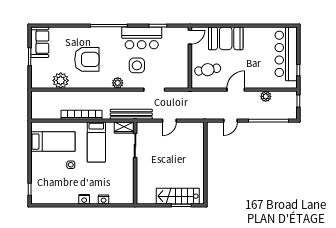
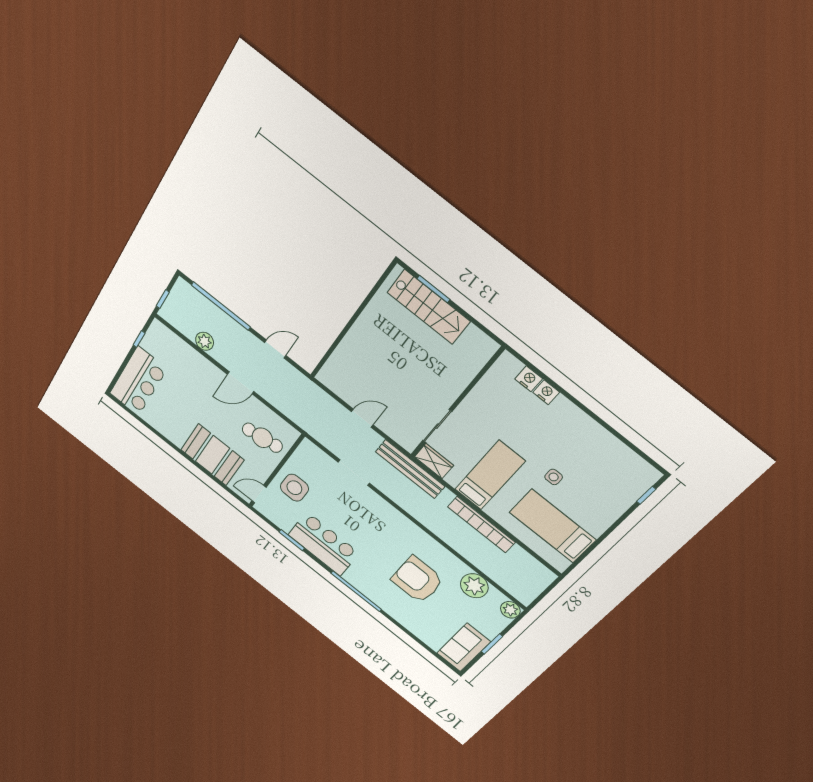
bar counter: (286, 54) -> (138, 381), width x0.73
side table: (137, 65) -> (294, 488), moved
plant: (118, 83) -> (510, 610), moved
nightstand: (84, 199) -> (529, 379), moved

